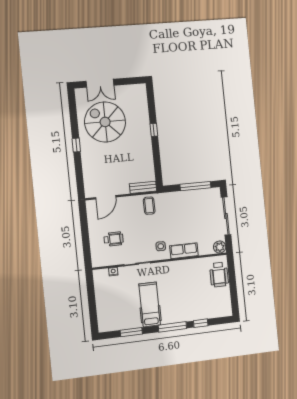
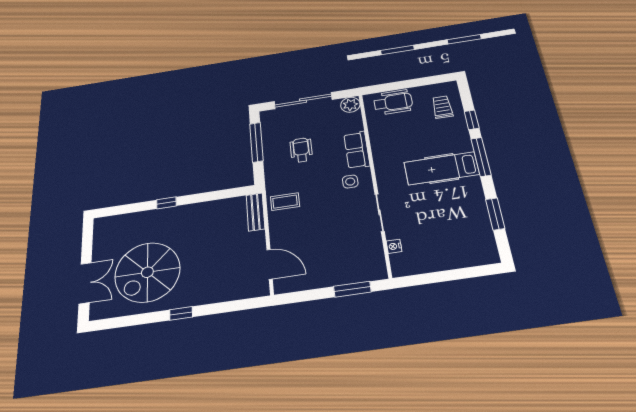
wheelchair: (114, 239) -> (301, 150), moved
window: (86, 247) -> (352, 289), added
hospital bed: (150, 304) -> (441, 168), moved
trolley: (212, 306) -> (442, 107), added

